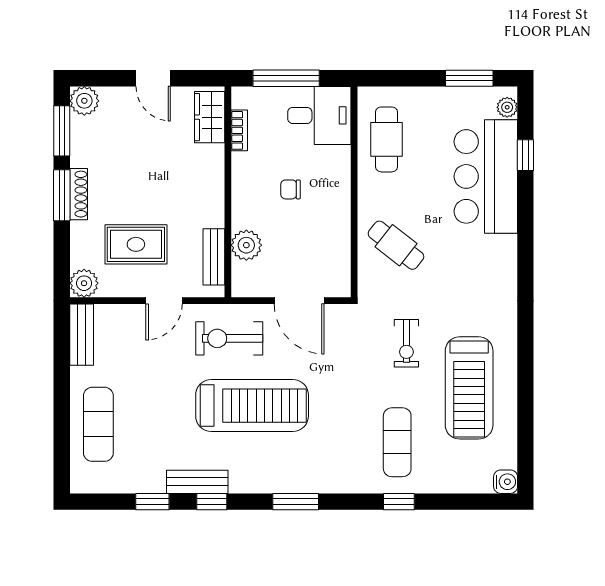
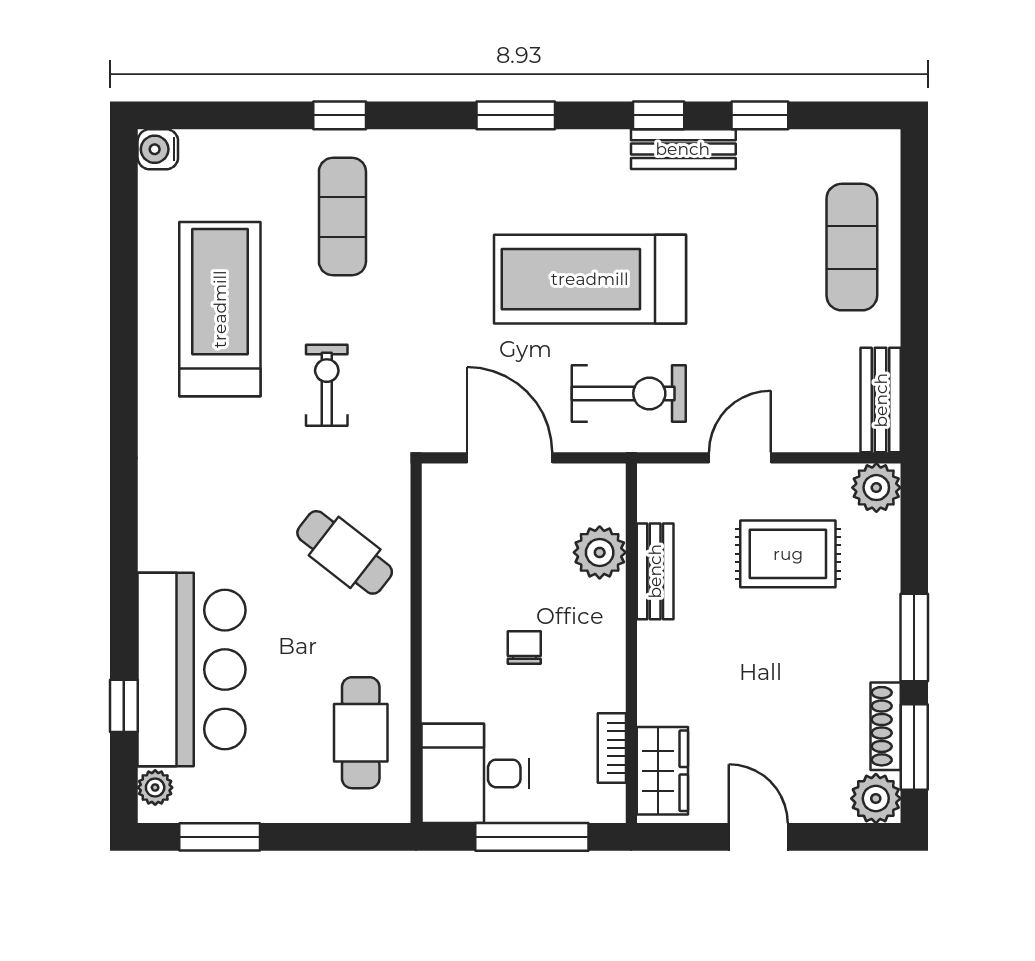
chair: (291, 189) -> (524, 647), turned -90
shoe rack: (79, 194) -> (886, 726), moved
bench: (214, 257) -> (655, 571), moved

